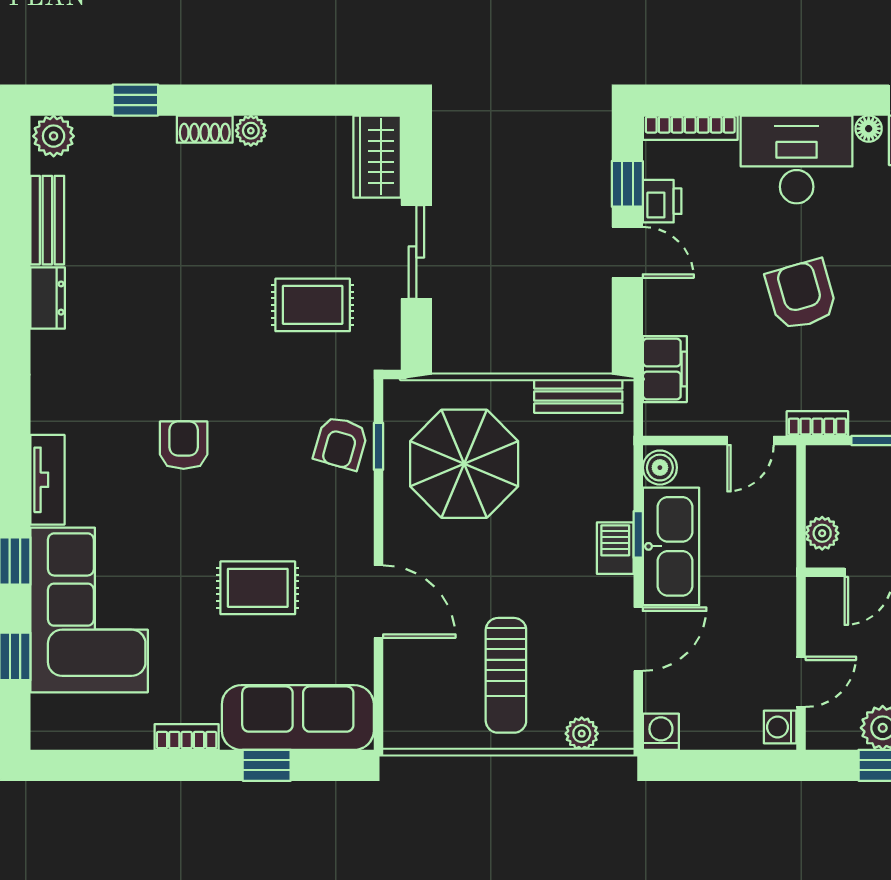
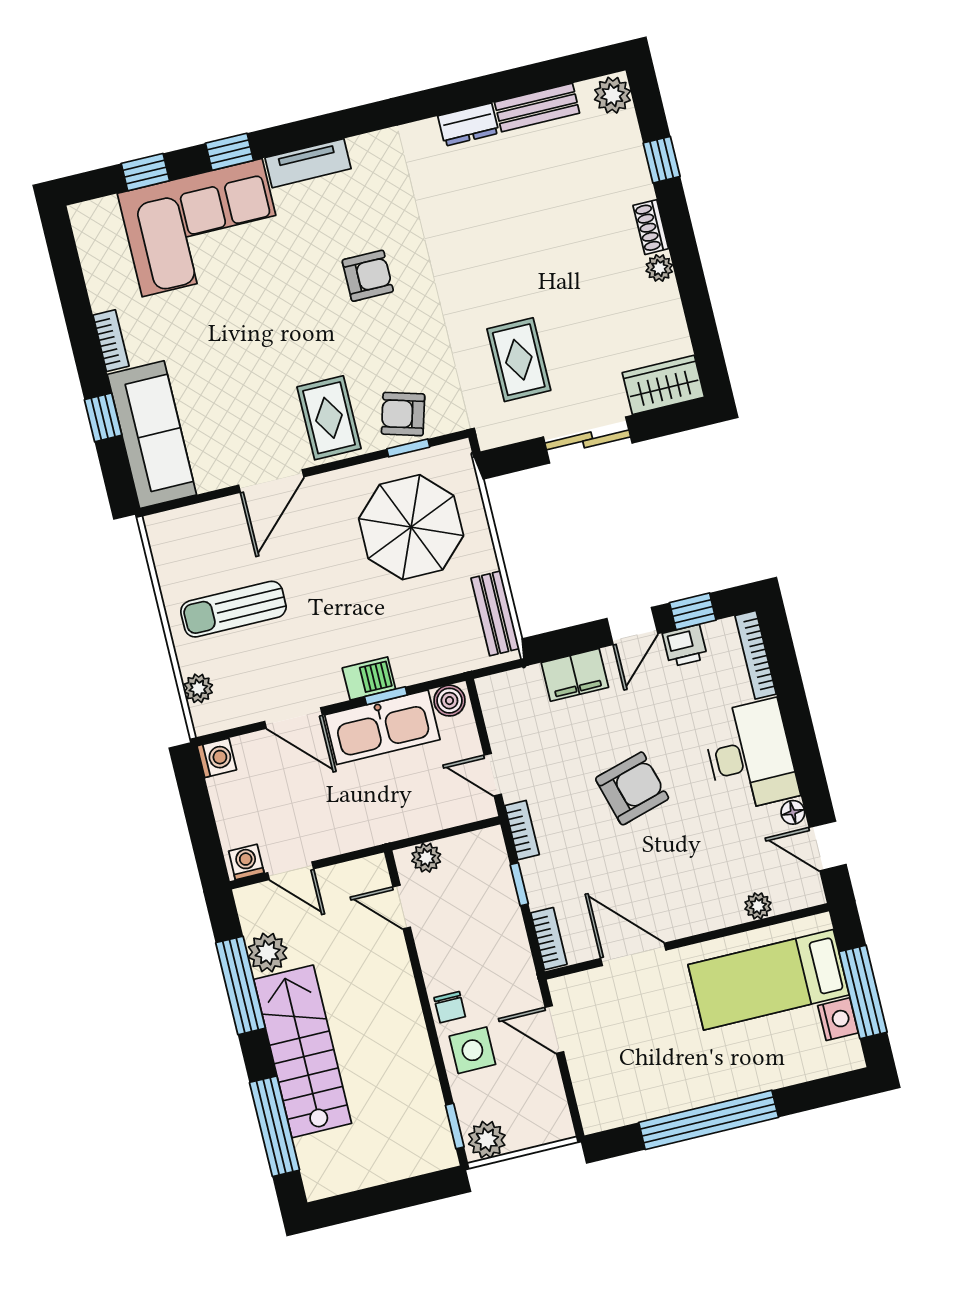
filing cabinet: (665, 369) -> (575, 675), moved
rug: (258, 588) -> (329, 418), moved

